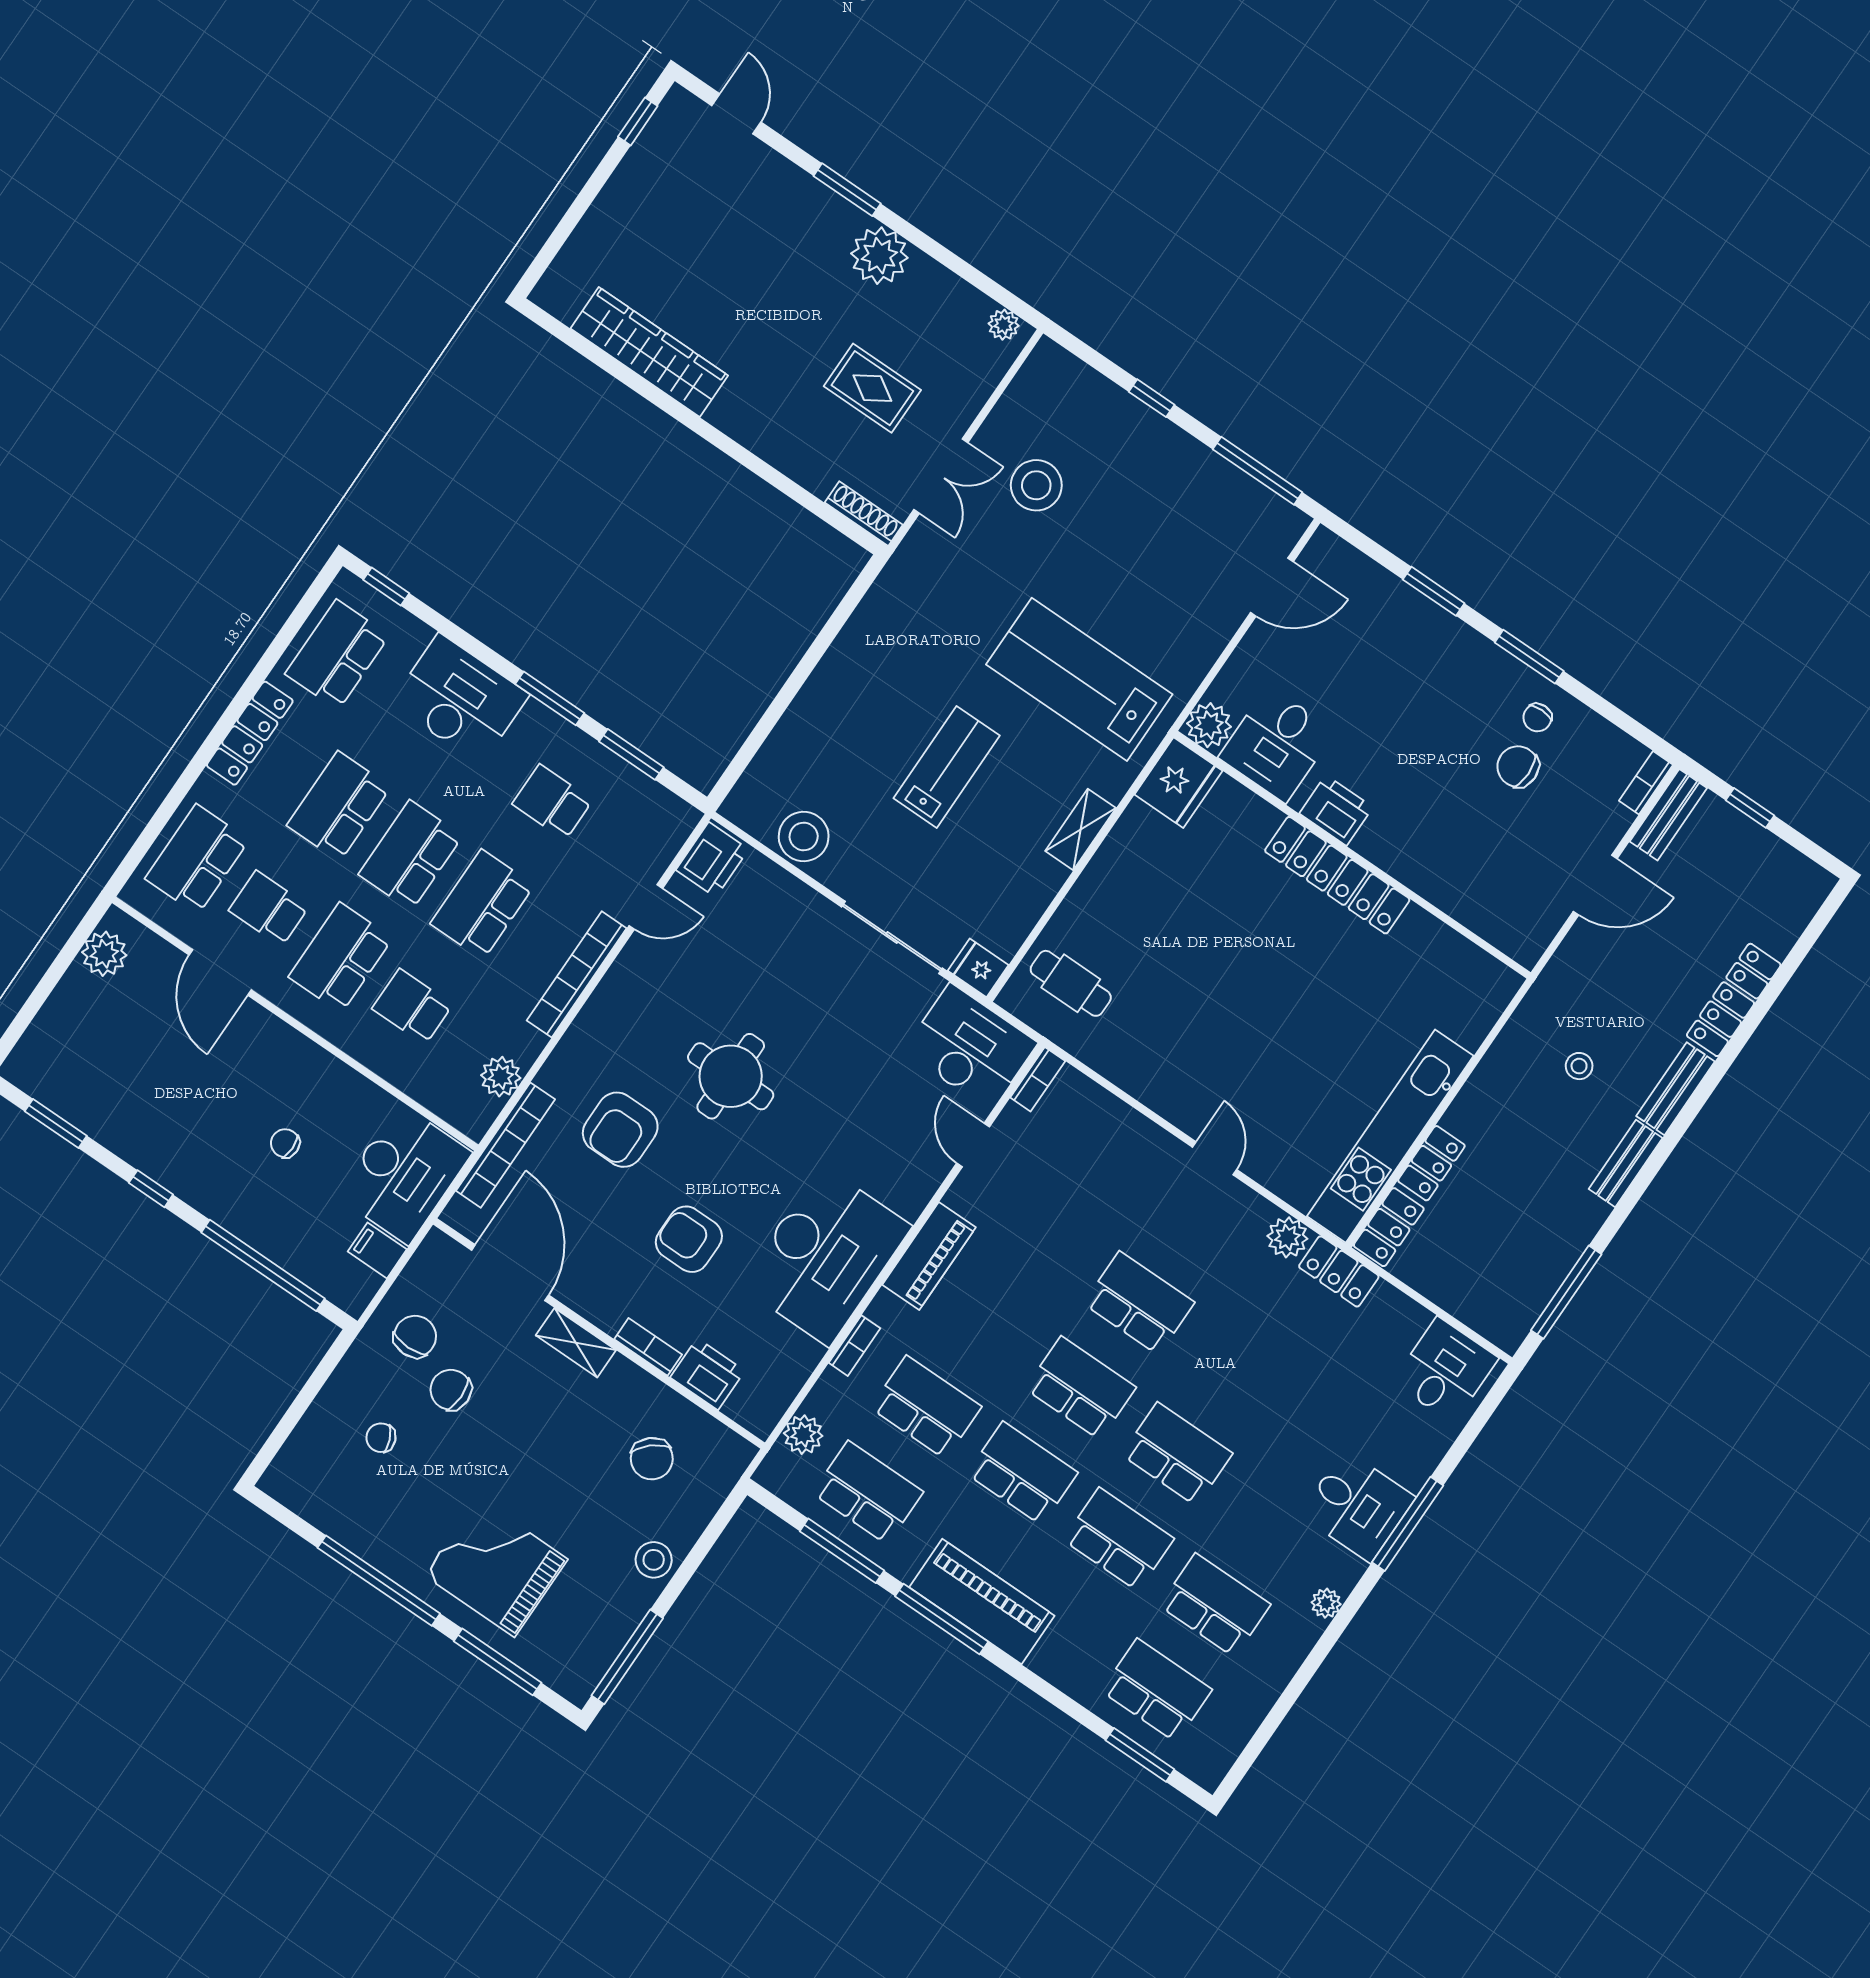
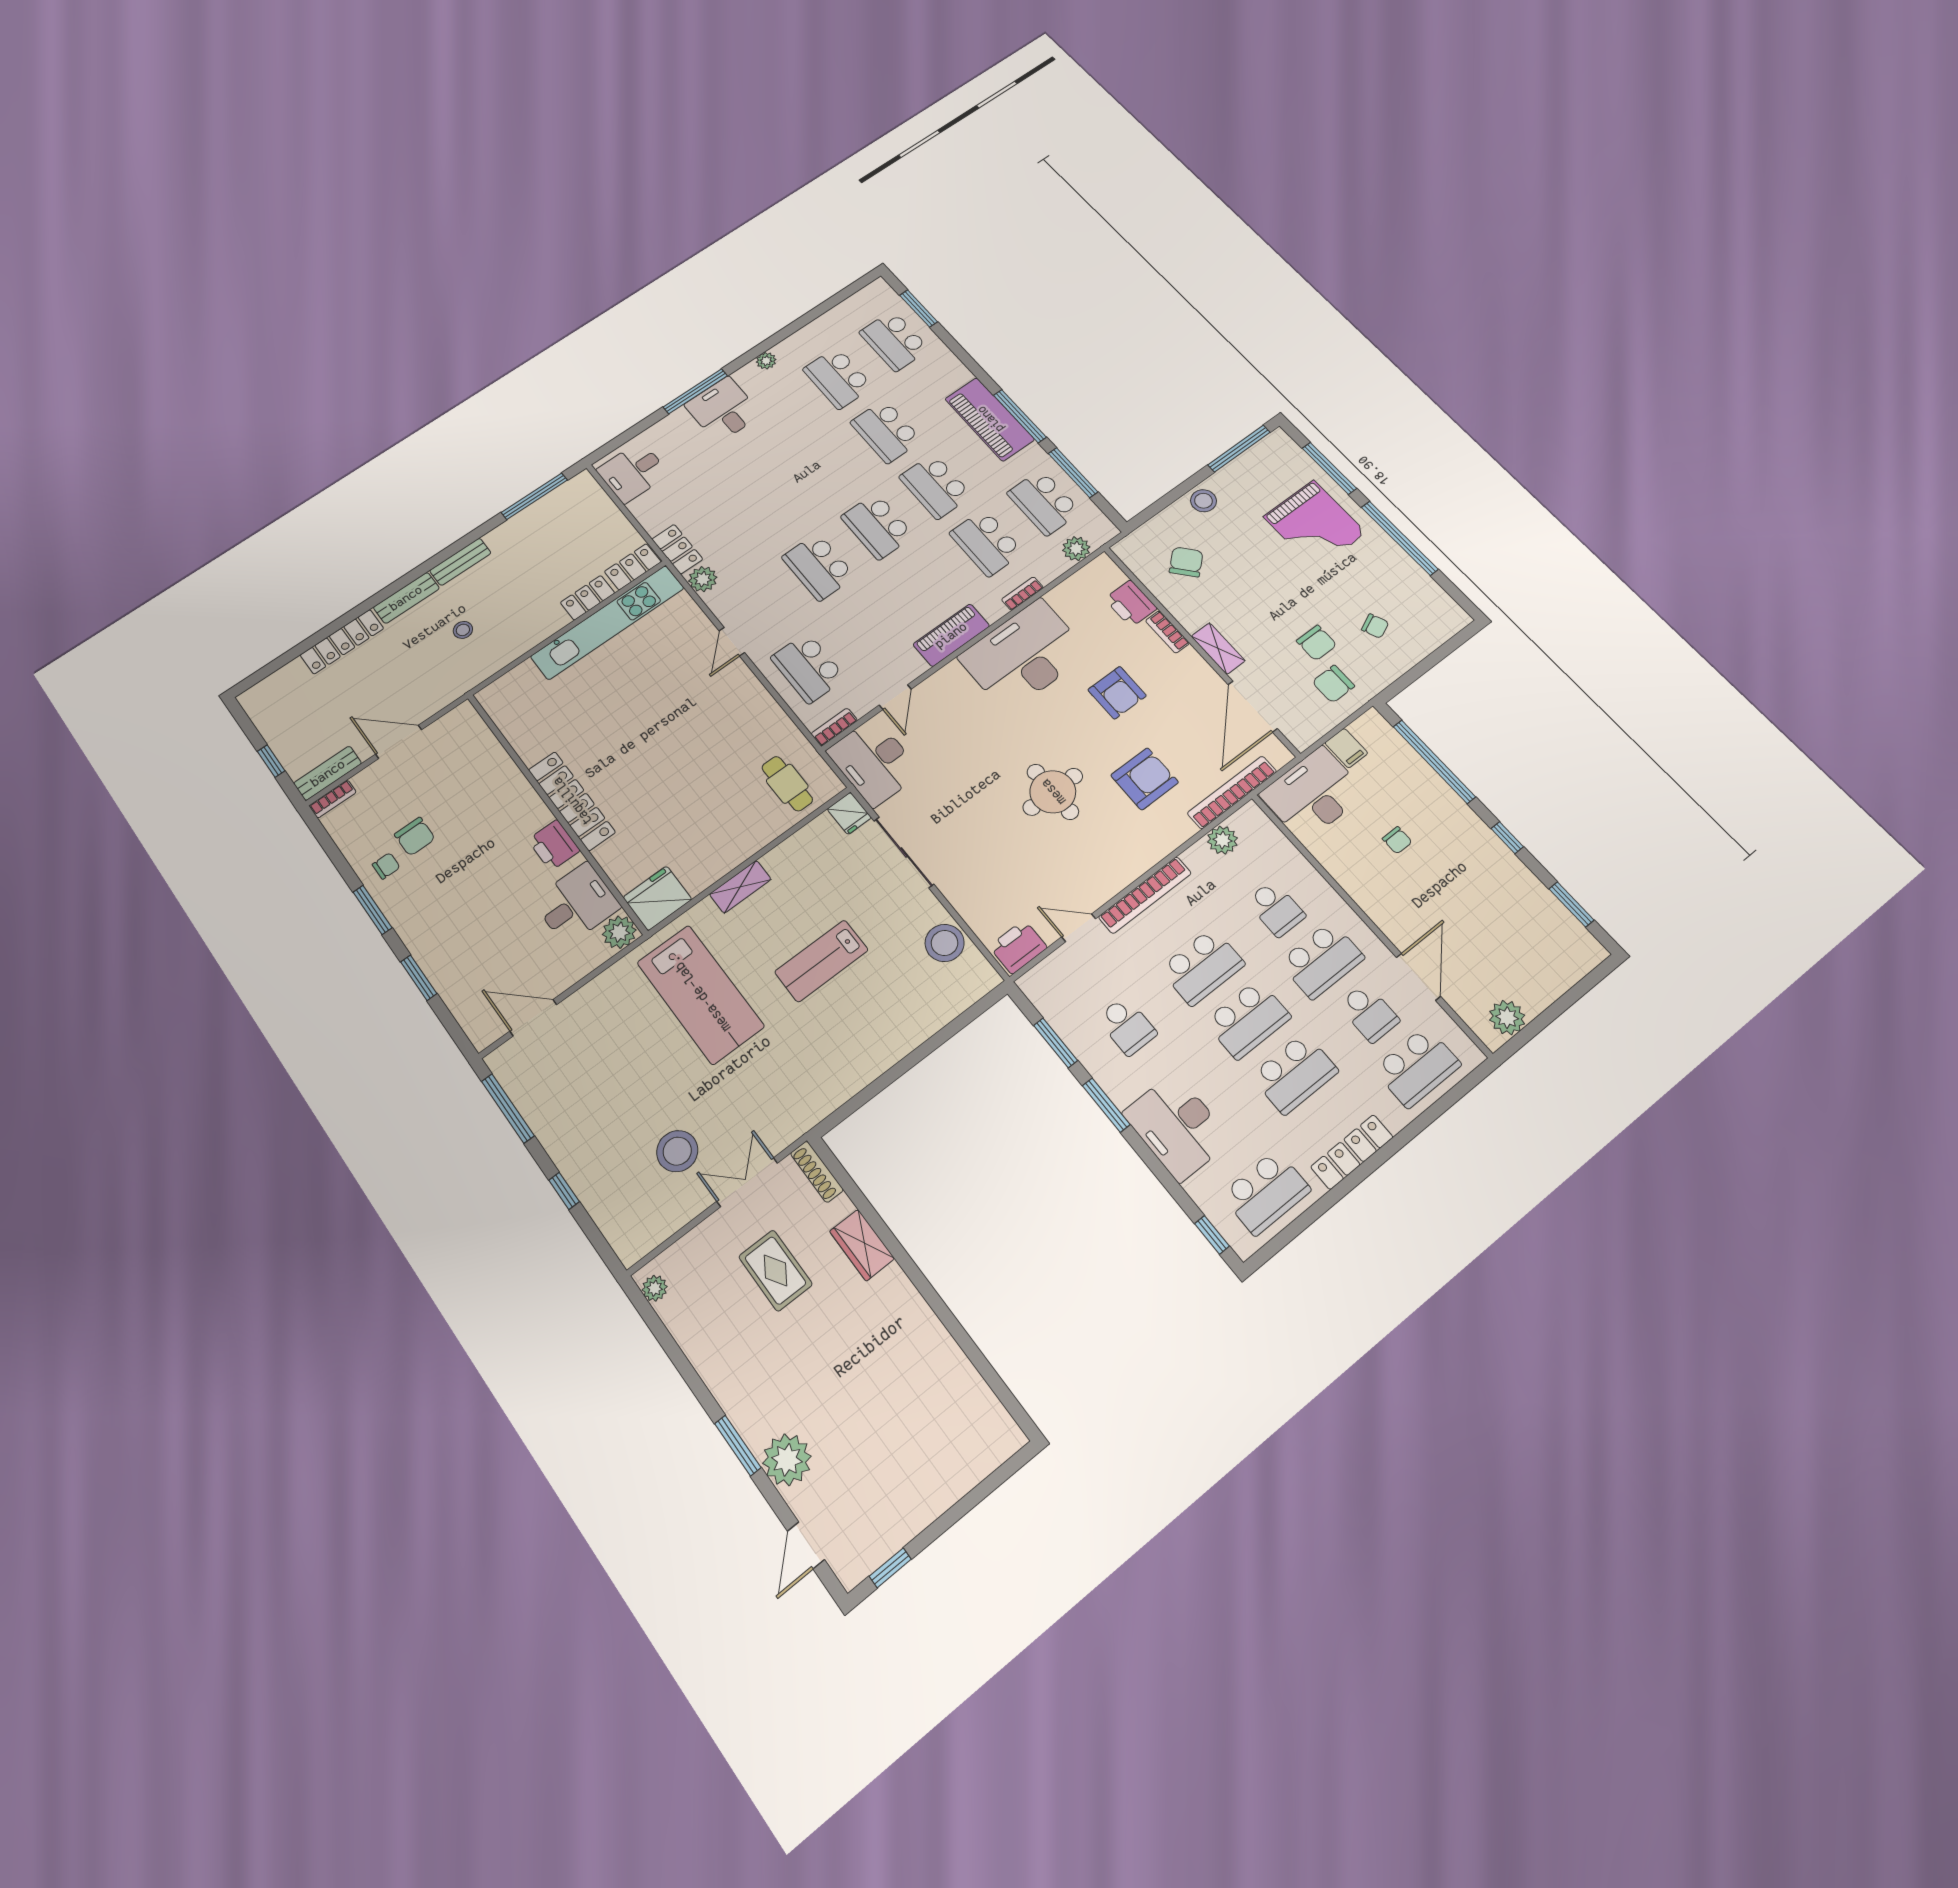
plant: (879, 256) -> (787, 1460), moved
wardrobe: (649, 352) -> (862, 1245), moved, width x0.48, depth x0.85
school desk: (1177, 1454) -> (808, 668), moved

